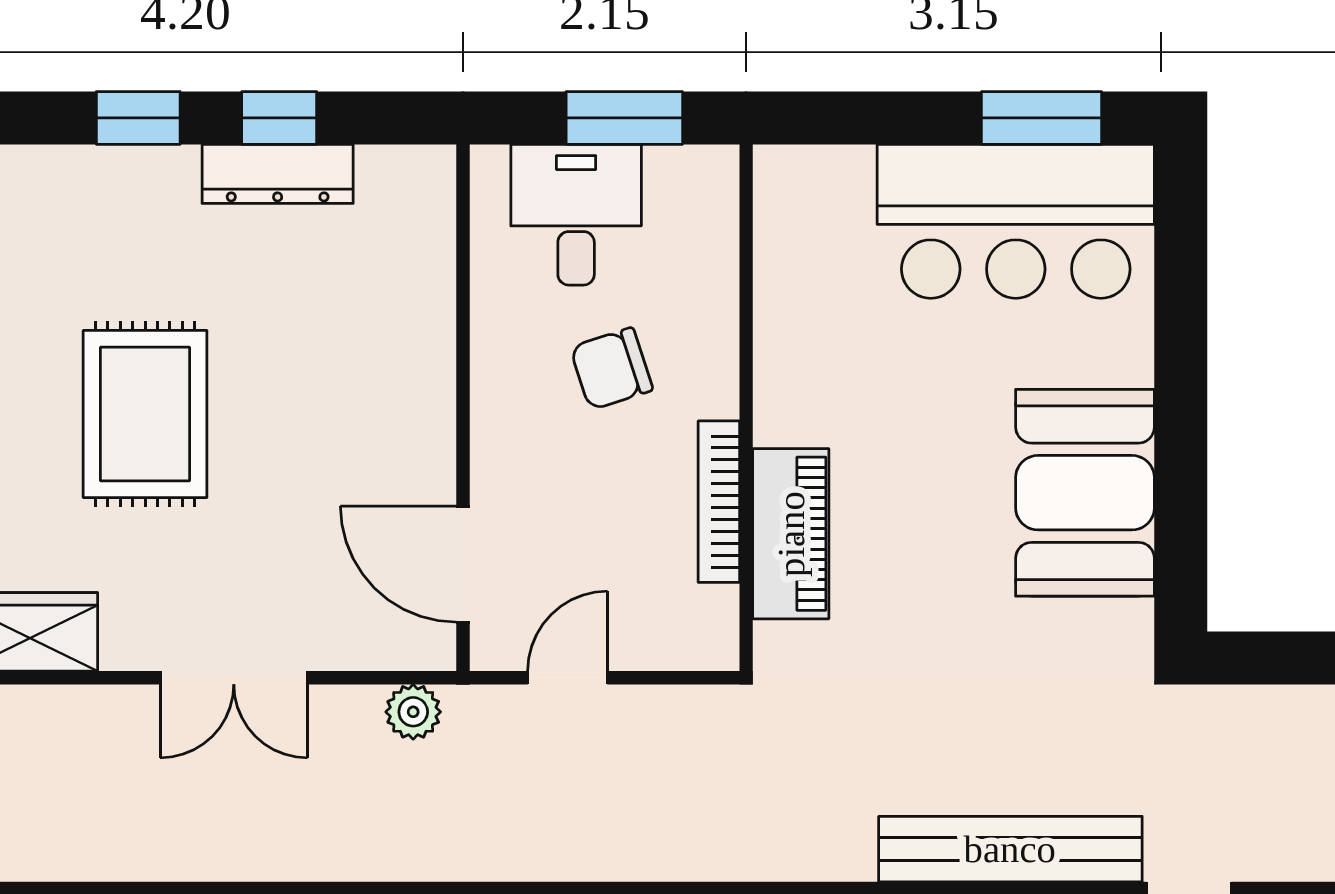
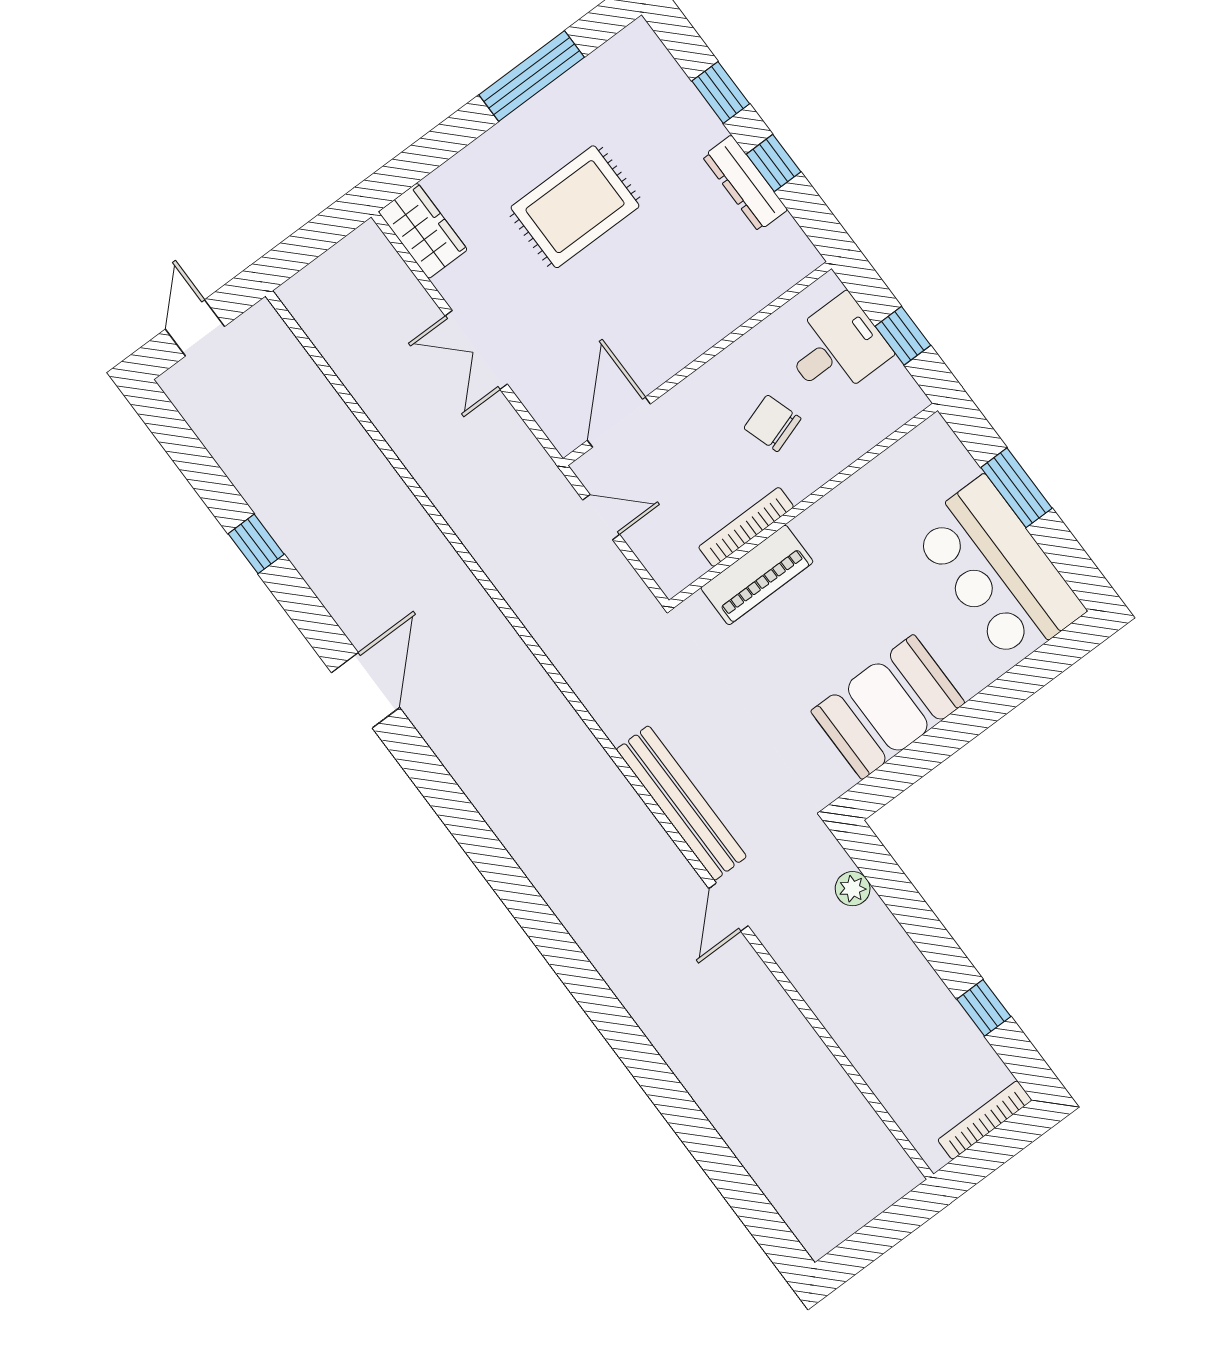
window: (624, 118) -> (903, 336), width x0.67
window: (1042, 118) -> (1017, 488), moved
plant: (413, 712) -> (853, 889), moved

